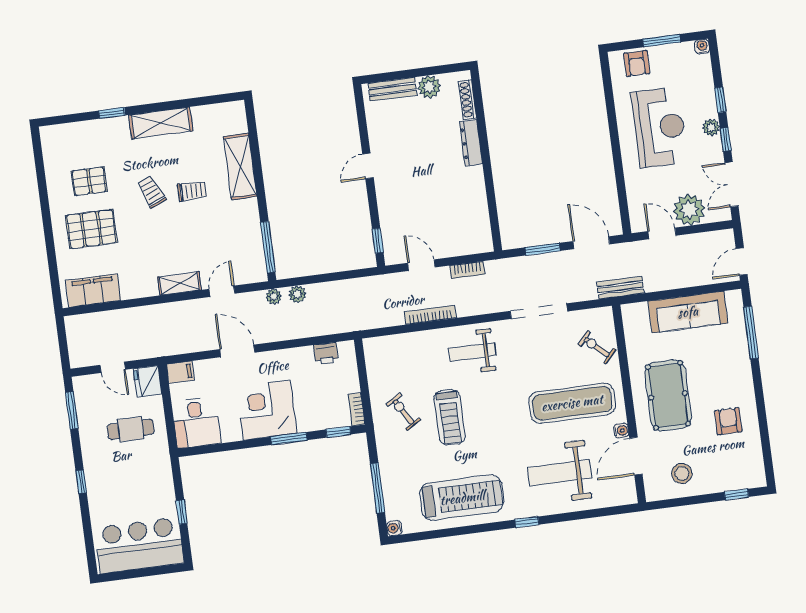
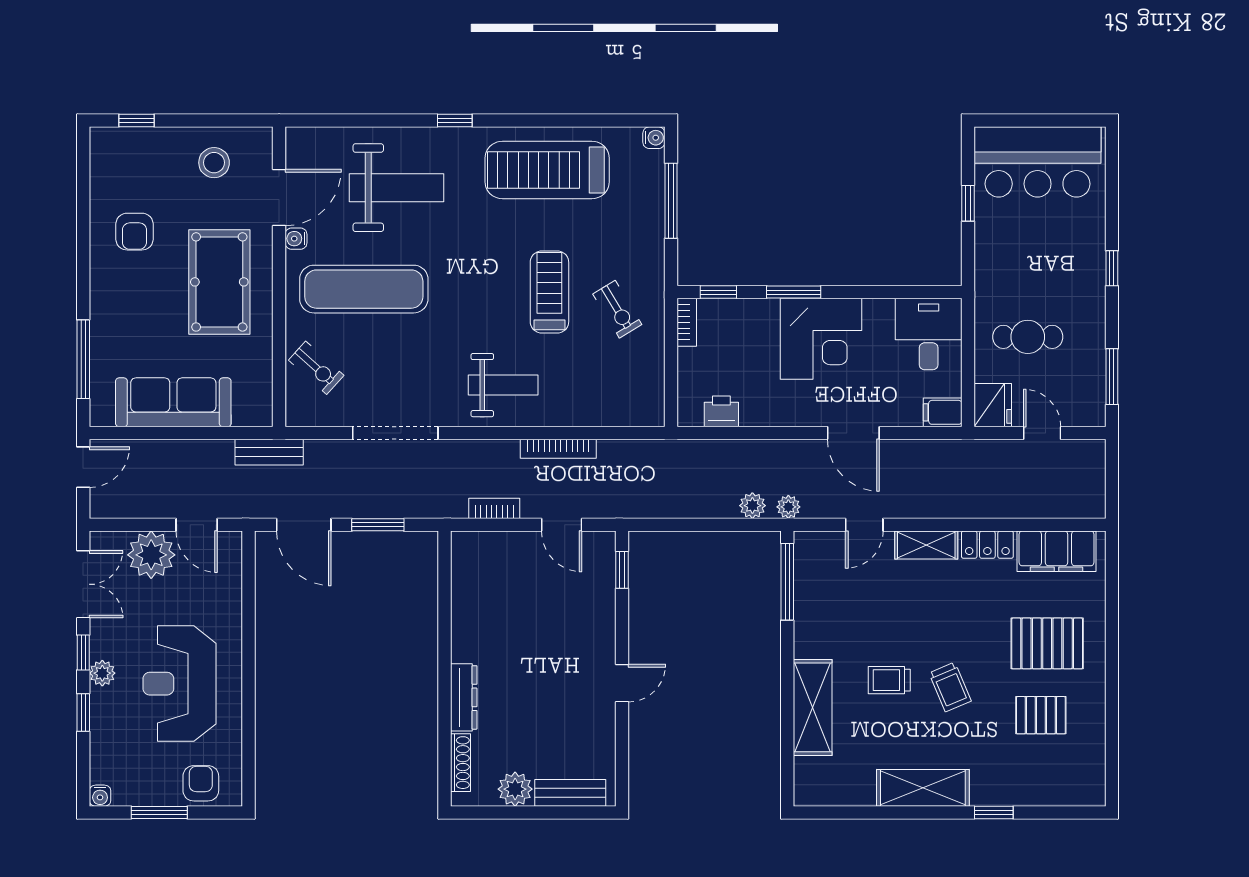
locker: (139, 289) -> (987, 545), added

